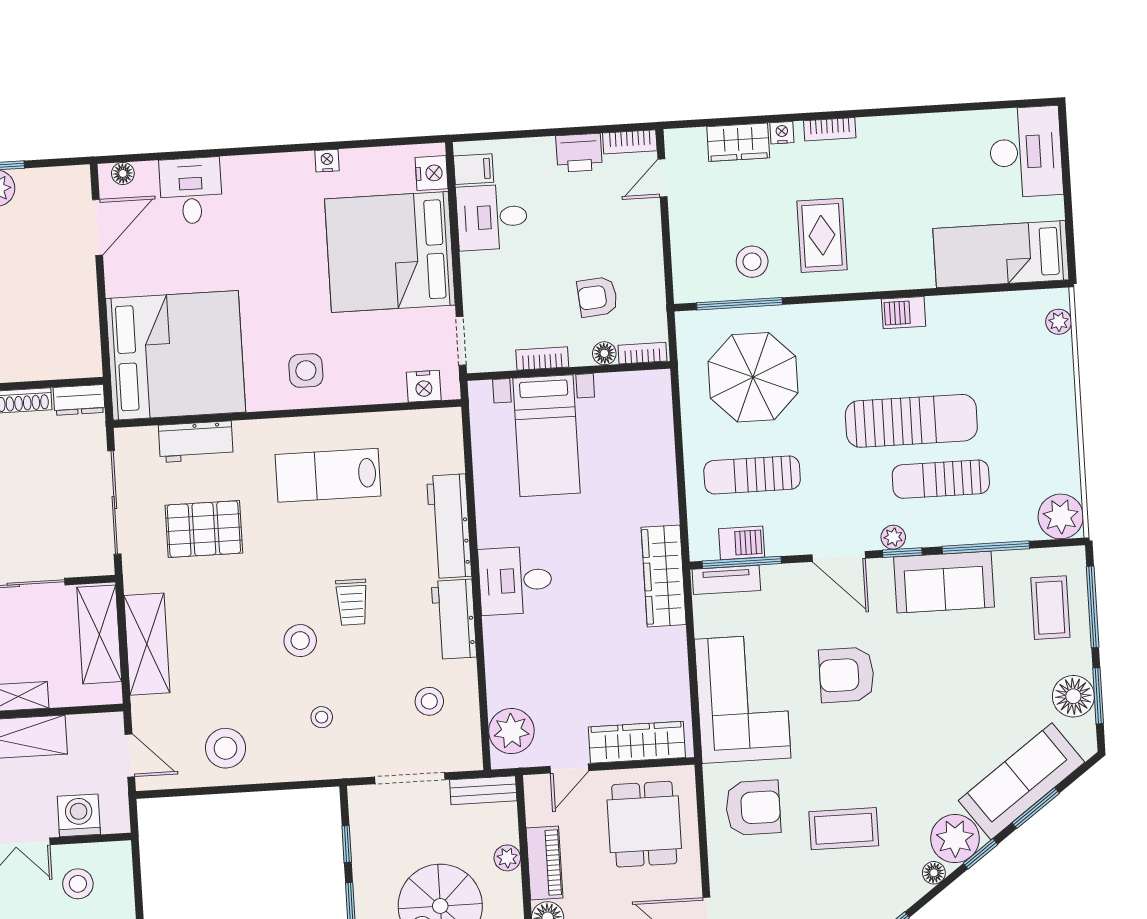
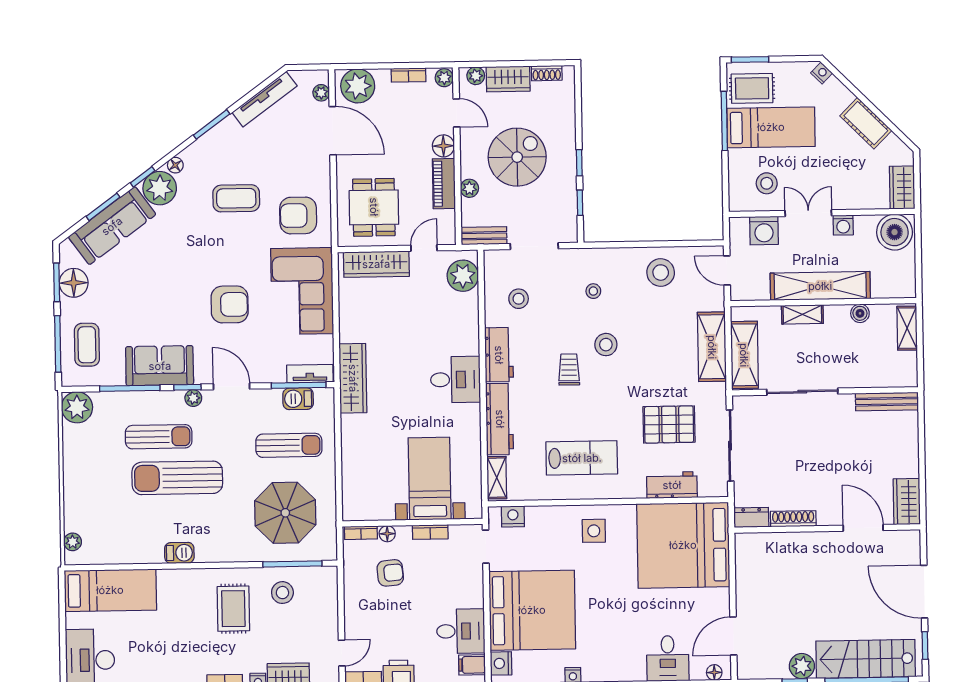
shelving: (450, 441) -> (497, 478), added

